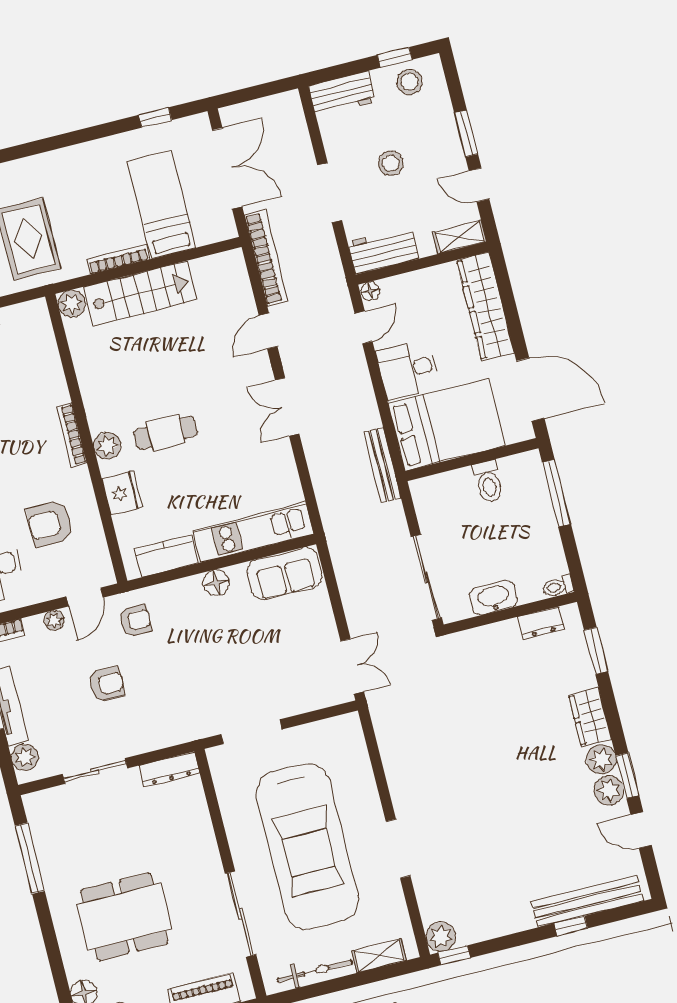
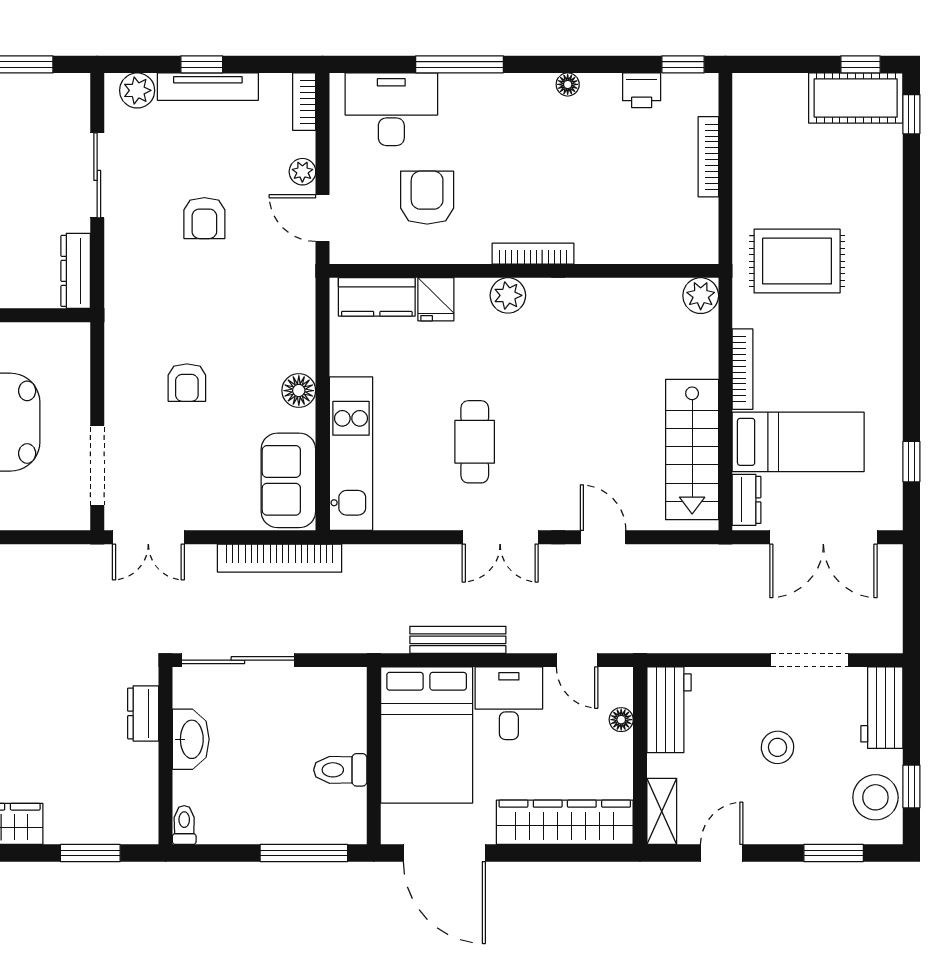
stool: (409, 82) -> (875, 797), width x1.38, depth x1.38
window: (466, 134) -> (834, 853), moved
doorway: (330, 193) -> (810, 660), moved
dresser: (214, 232) -> (747, 500), added
bookcase: (266, 258) -> (280, 558), moved
floor lamp: (370, 291) -> (621, 720), moved
stairs: (140, 293) -> (692, 449), moved
door: (530, 389) -> (444, 853), hinge flipped
double door: (287, 407) -> (500, 537), swing flipped
cafe table: (165, 433) -> (475, 442), moved
bench: (382, 465) -> (458, 640), moved
fridge: (122, 493) -> (436, 299), width x0.72
kitchen counter: (167, 556) -> (377, 297), moved, turned 90
armchair: (135, 621) -> (187, 383), moved
dresser: (541, 623) -> (143, 713), moved
doorway: (251, 732) -> (97, 465), moved

